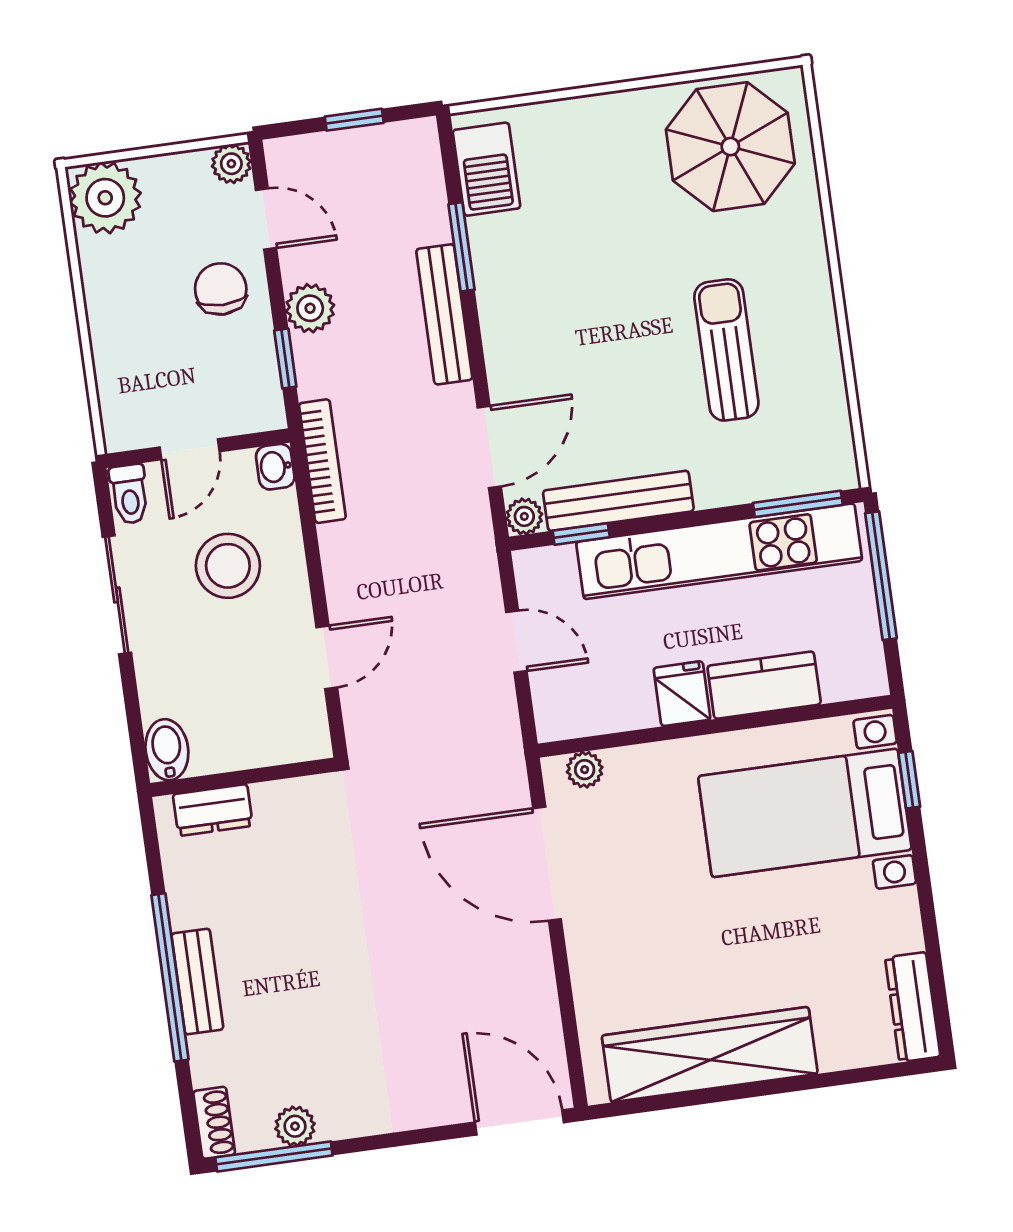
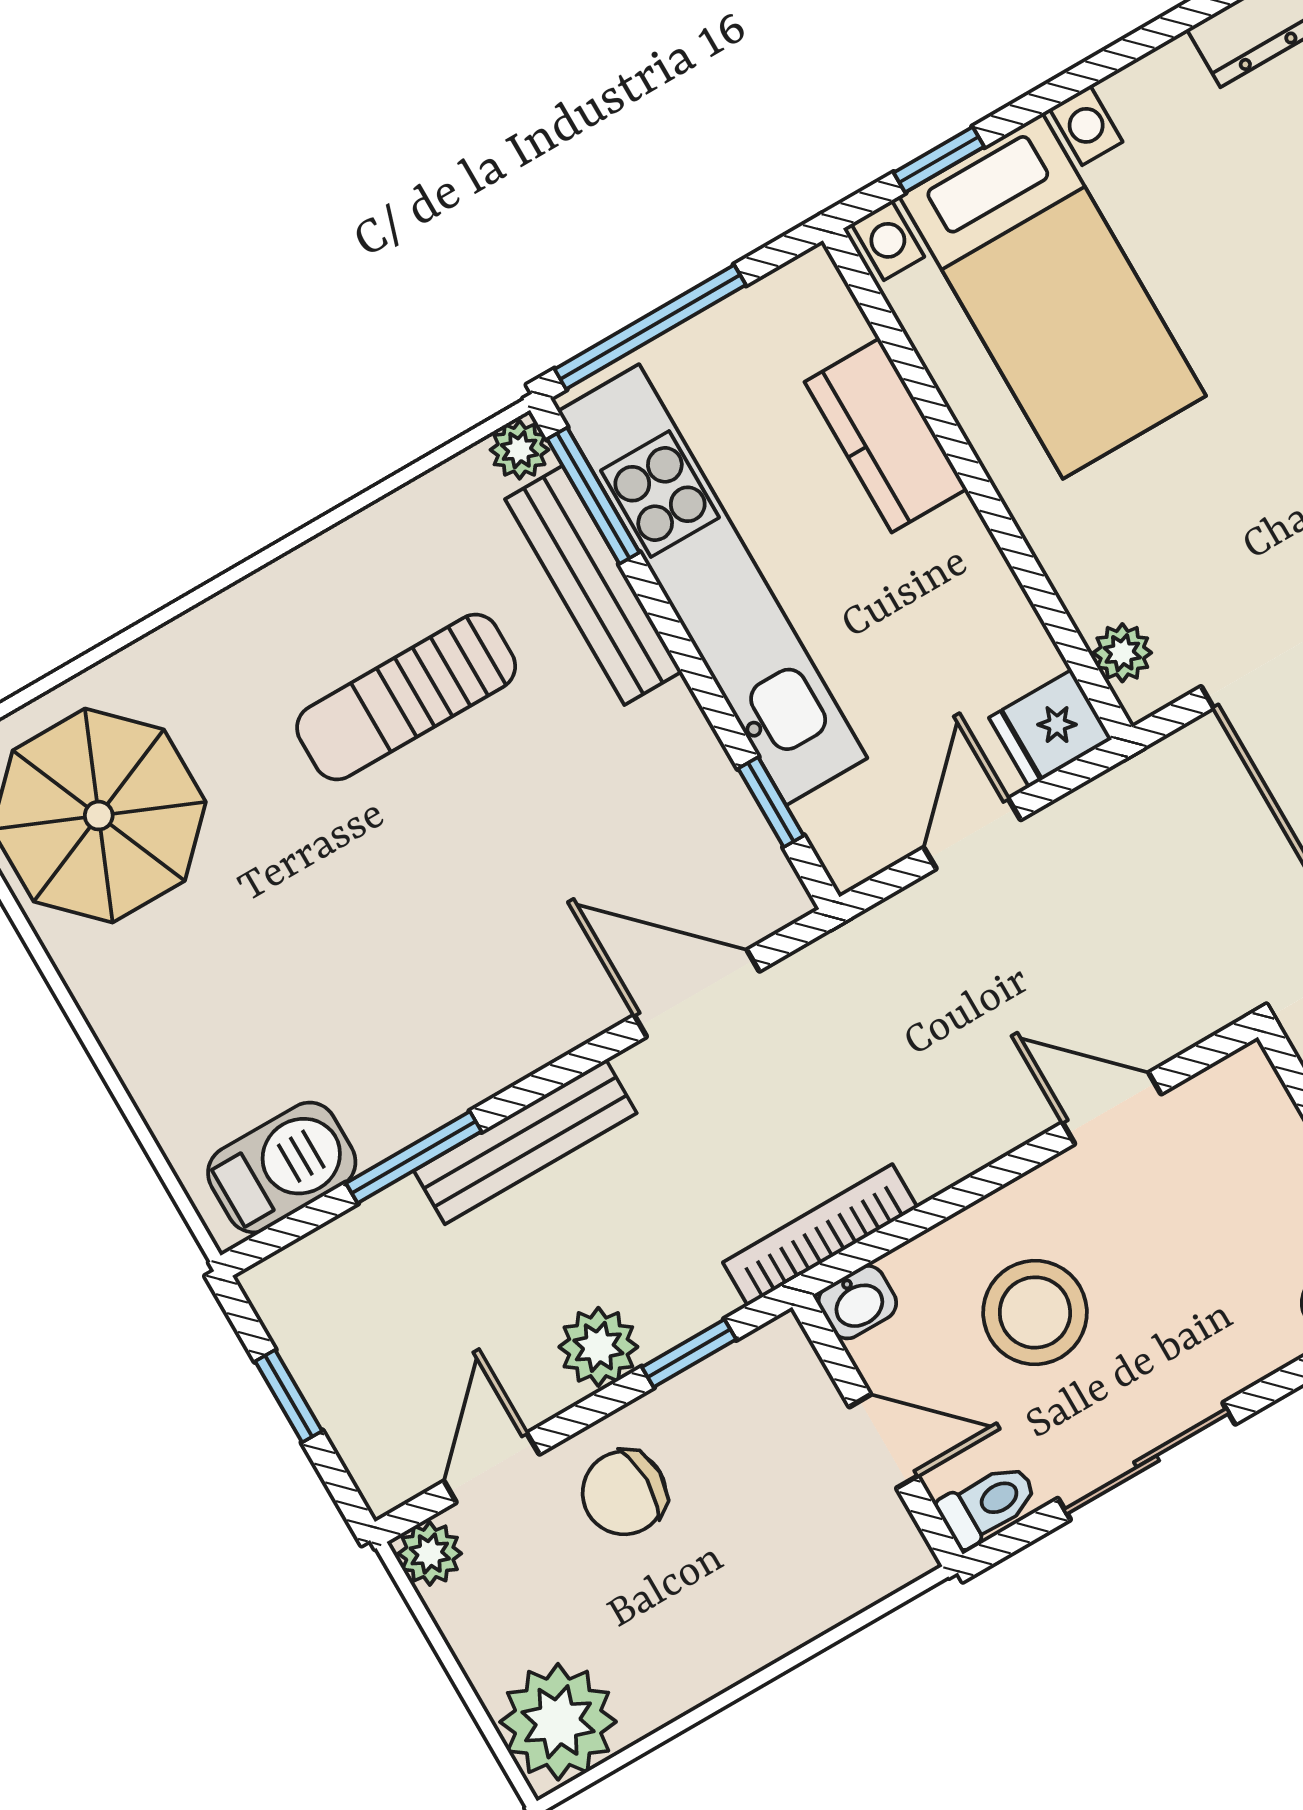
bench: (618, 501) -> (593, 585), moved
plant: (524, 516) -> (520, 450), moved
fridge: (682, 694) -> (1050, 728), moved

